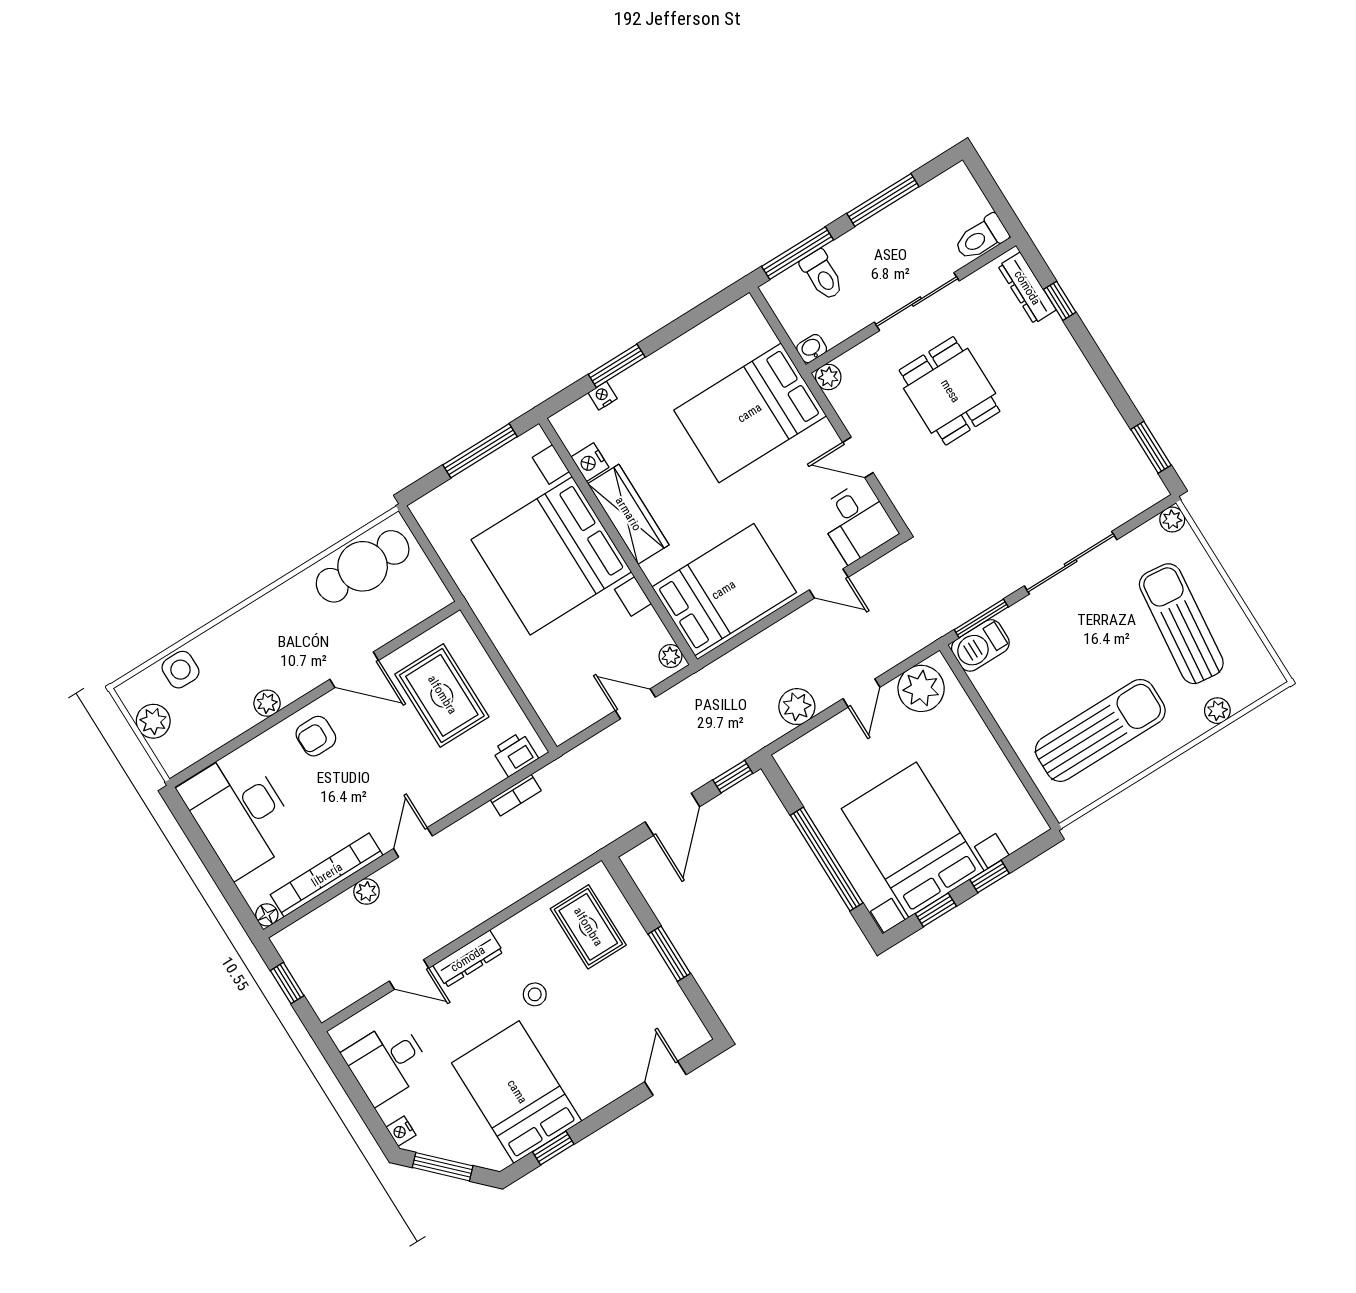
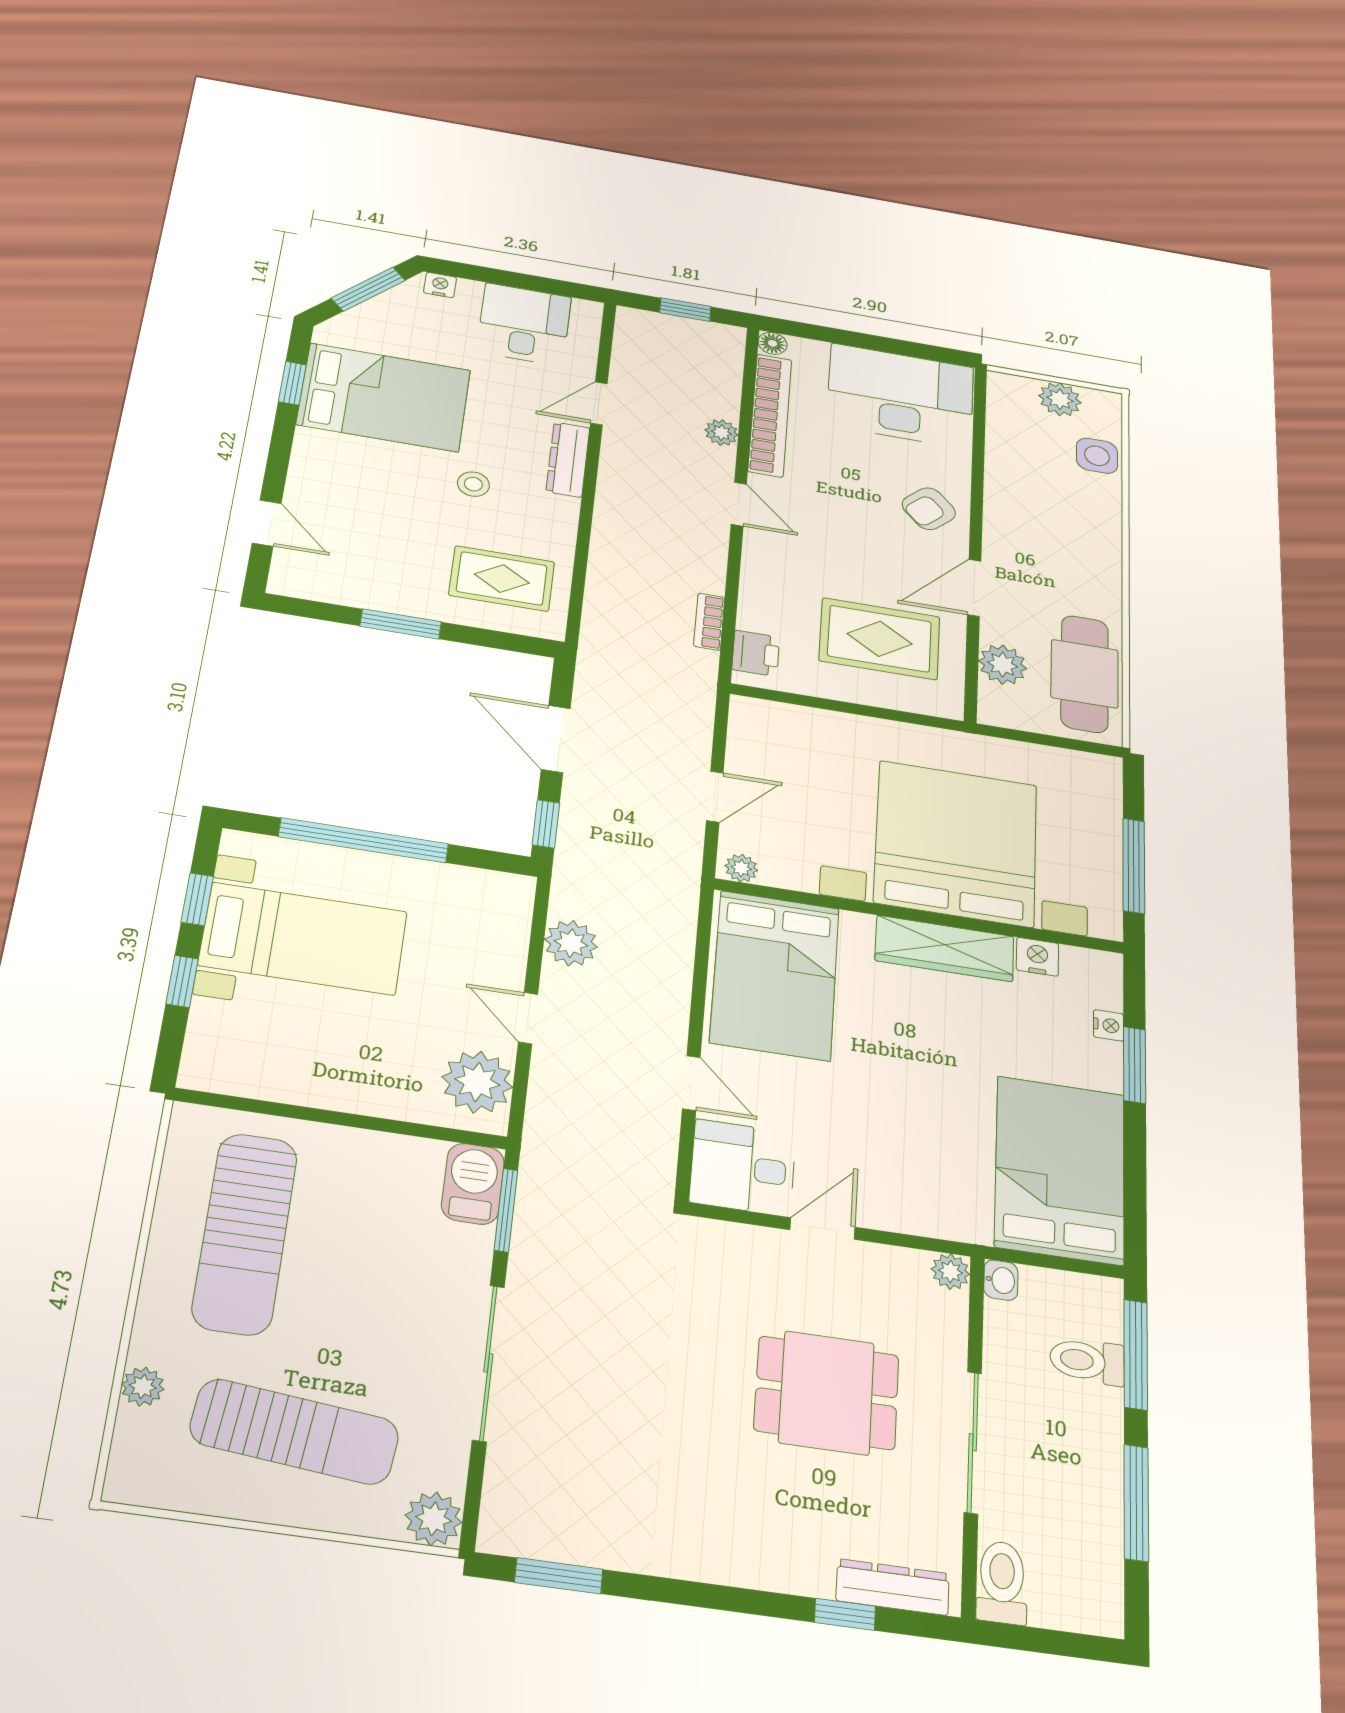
bed: (750, 413) -> (1060, 1170), moved
plant: (1172, 520) -> (434, 1519), width x1.38, depth x1.38
door: (829, 584) -> (691, 1083), swing flipped
plant: (267, 703) -> (1003, 665), moved, width x1.38, depth x1.38
armchair: (316, 736) -> (929, 509), turned -133
bed with nightstands: (913, 840) -> (303, 938), width x0.73

